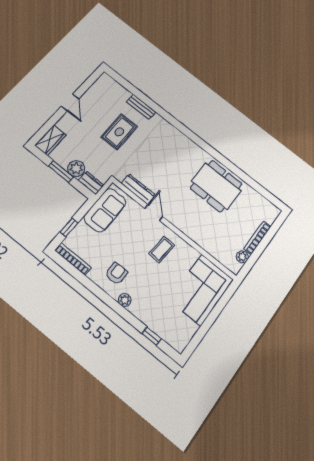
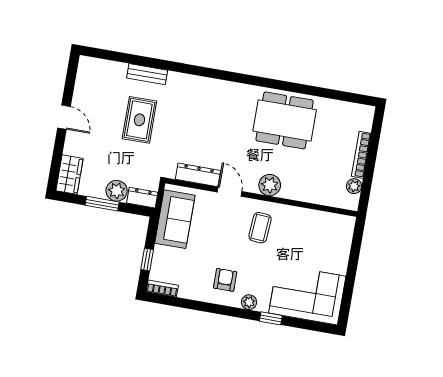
plant: (184, 223) -> (270, 185), added
bookcase: (73, 259) -> (162, 288), width x0.64
corner sofa: (201, 290) -> (307, 295), moved, turned 90
window: (152, 336) -> (271, 318), moved

